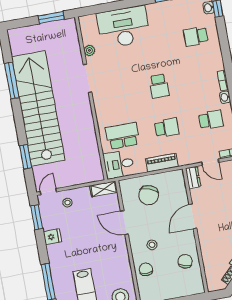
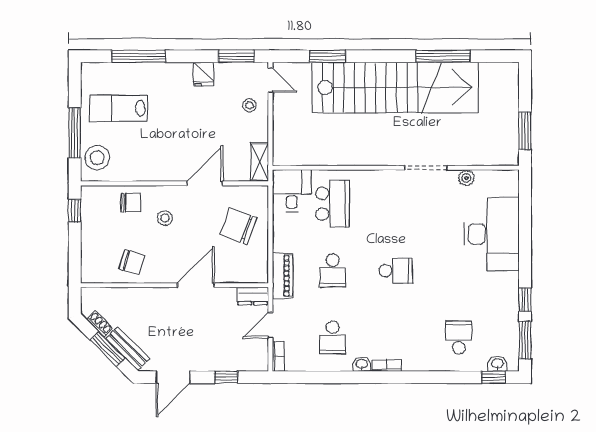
school desk: (159, 86) -> (396, 271), turned 180
piano: (162, 163) -> (283, 276), moved
door: (193, 216) -> (196, 285), hinge flipped

